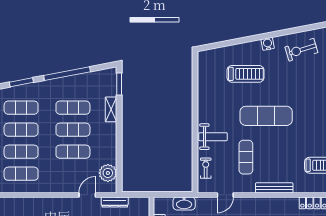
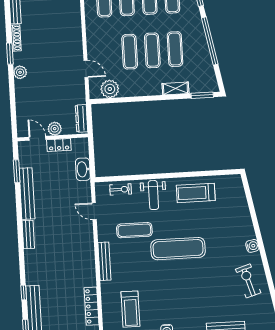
treadmill: (246, 74) -> (196, 193), moved, turned 90
exercise mat: (266, 116) -> (178, 249), turned 90
dresser: (115, 202) -> (82, 118), moved

